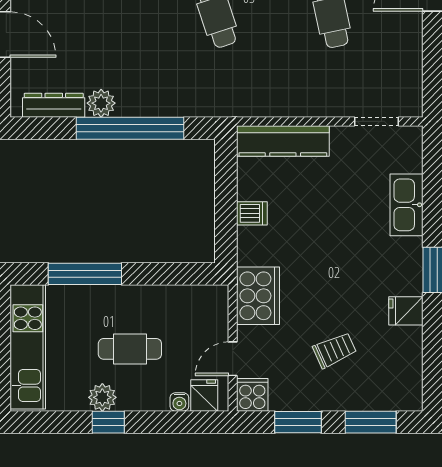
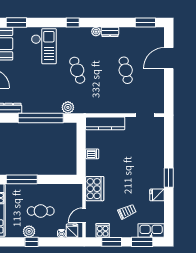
plant: (101, 103) -> (68, 107), moved
kitchen sink: (406, 205) -> (151, 230), moved, turned 90
cooker: (252, 395) -> (103, 230), moved

